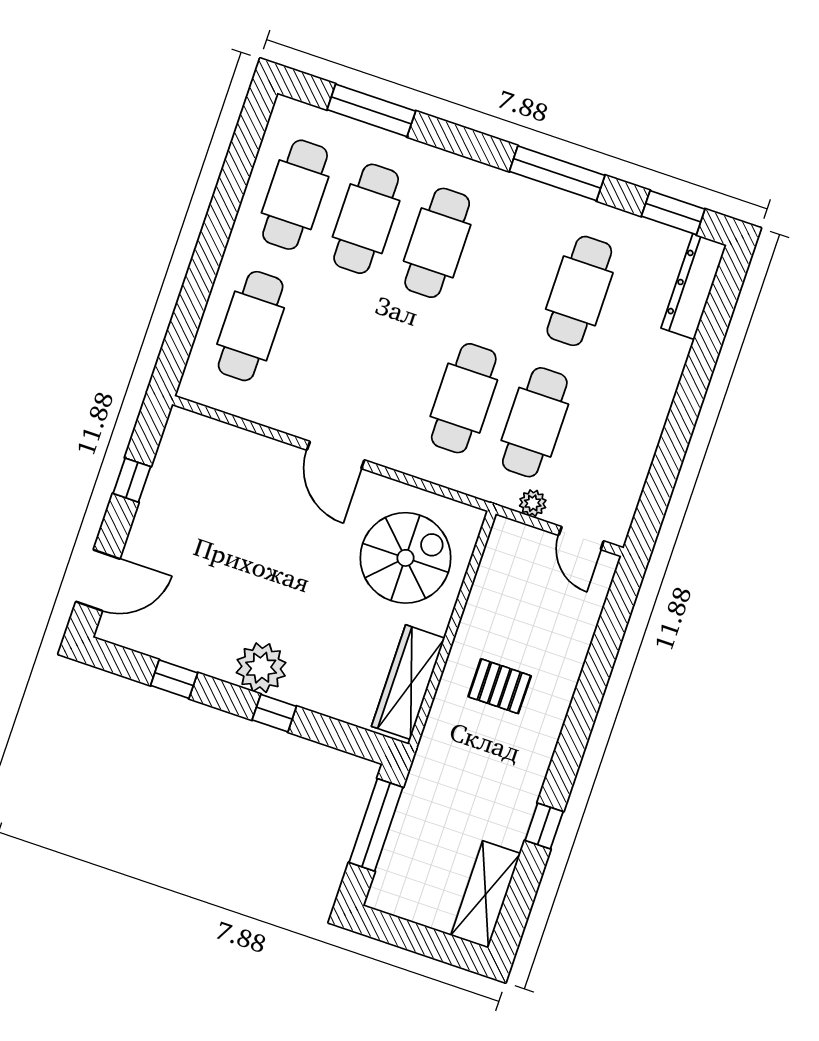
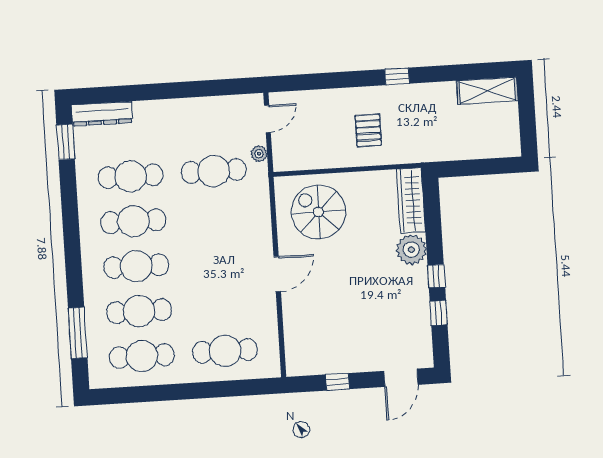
window: (557, 173) -> (70, 215), removed
cafe table: (464, 398) -> (133, 221), moved
door: (98, 580) -> (401, 378), swing flipped
plant: (261, 668) -> (411, 250), moved
wardrobe: (408, 682) -> (411, 200), moved, turned 90
window: (274, 713) -> (436, 276), moved
window: (376, 825) -> (474, 168), removed
window: (544, 826) -> (397, 76), moved

